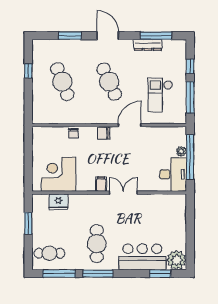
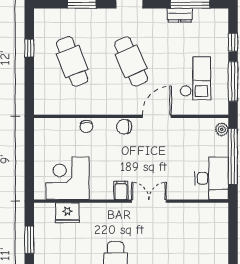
dresser: (148, 45) -> (180, 15), width x0.70
checkout: (160, 95) -> (195, 78), turned 180
plant: (181, 151) -> (222, 129), moved

